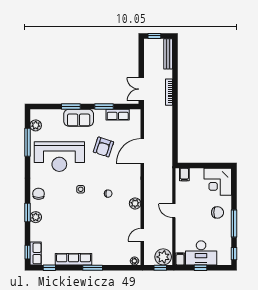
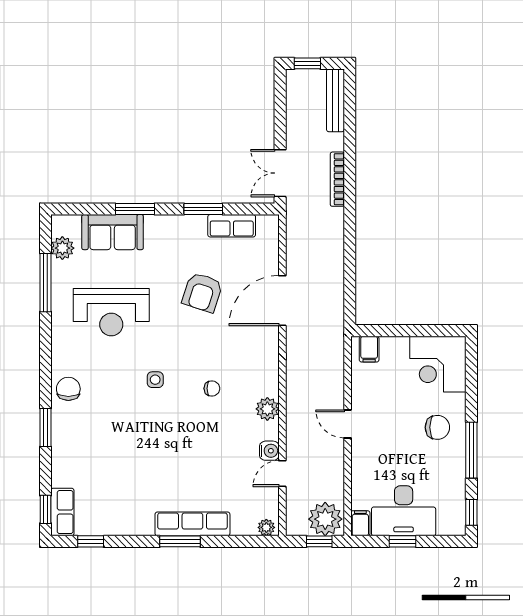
sofa: (79, 118) -> (113, 232), moved
reception desk: (59, 157) -> (111, 312), width x0.74, depth x0.77
plant: (36, 217) -> (63, 437), removed
water cooler: (136, 224) -> (269, 451), added
row of seats: (74, 259) -> (192, 524), moved

